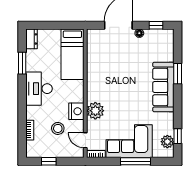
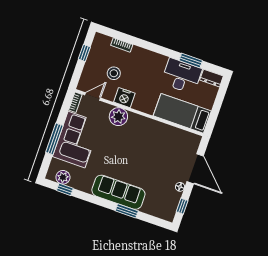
desk: (39, 89) -> (182, 76), moved

